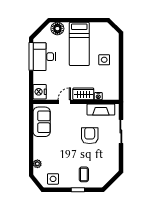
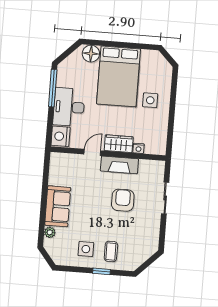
bed: (79, 44) -> (119, 76), width x1.50
desk: (44, 57) -> (69, 107), moved
fireplace: (101, 110) -> (119, 165), moved
sofa: (42, 122) -> (58, 206), moved
side table: (53, 179) -> (86, 249), moved

